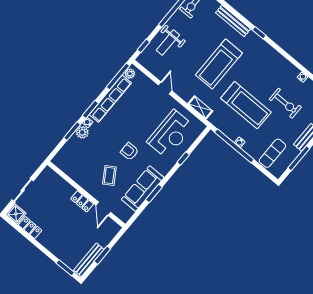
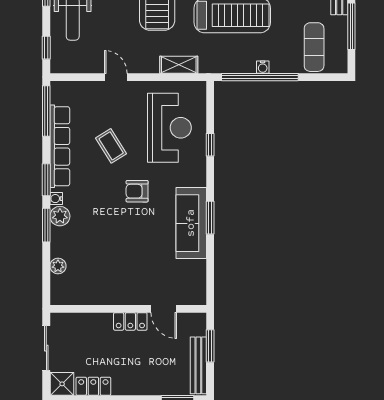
plant: (130, 74) -> (58, 266), moved
coffee table: (109, 176) -> (111, 146), moved
wall: (86, 194) -> (128, 309), moved
locker: (82, 201) -> (130, 321), moved
door: (103, 209) -> (164, 309), moved

